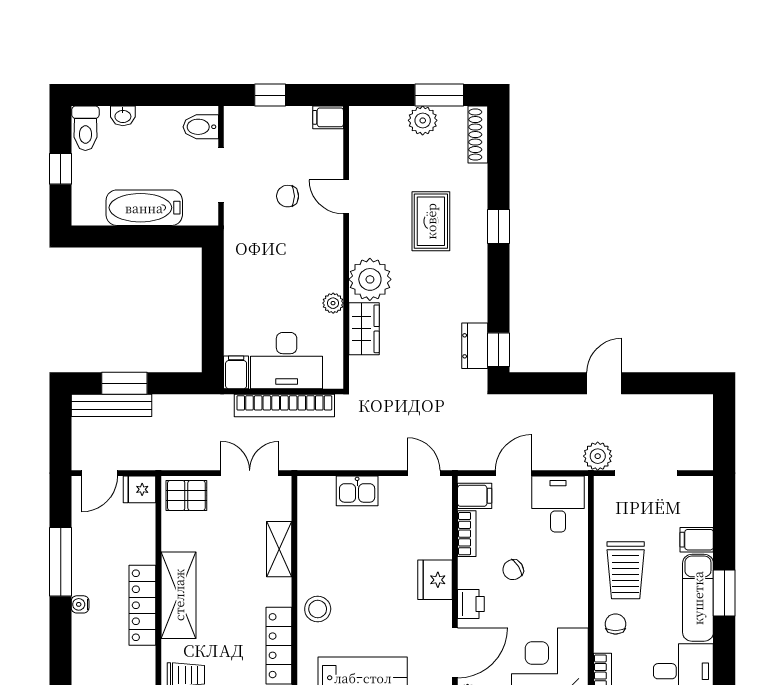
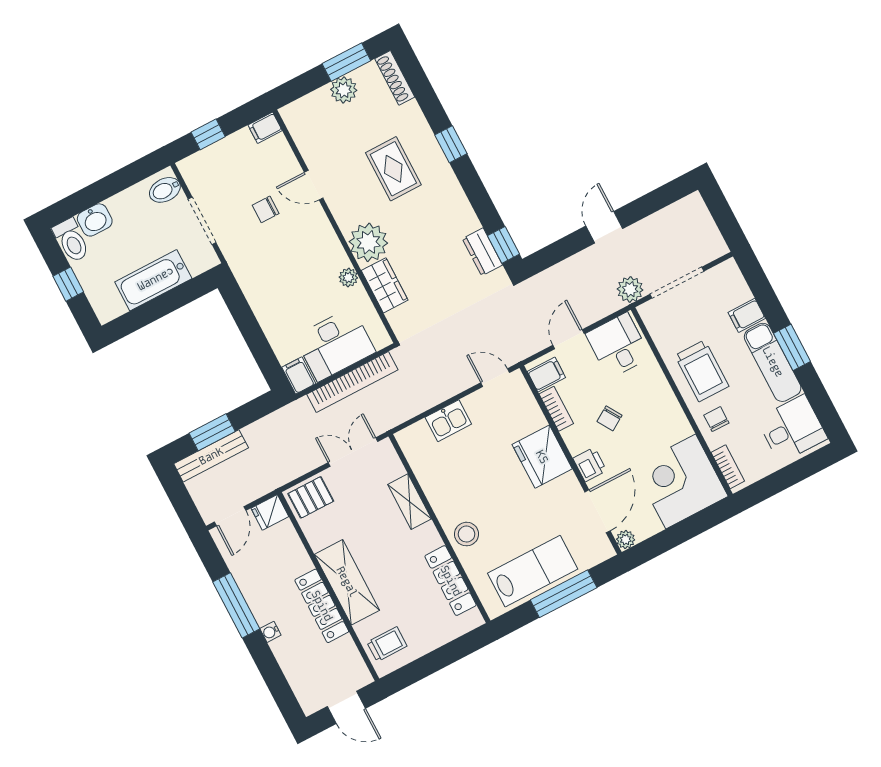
washbasin: (123, 116) -> (95, 220), width x1.38, depth x1.45
fridge: (435, 580) -> (542, 457), width x1.36, depth x1.34

